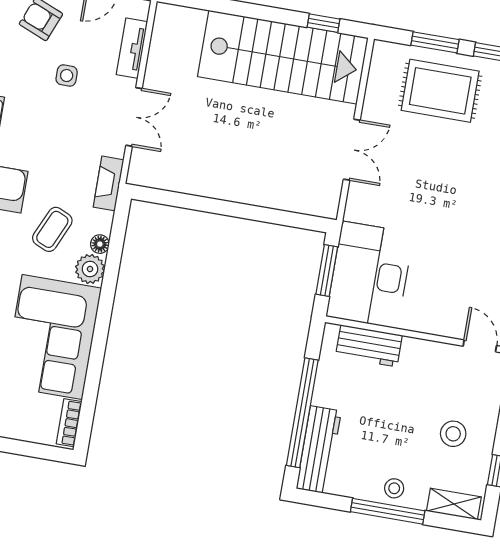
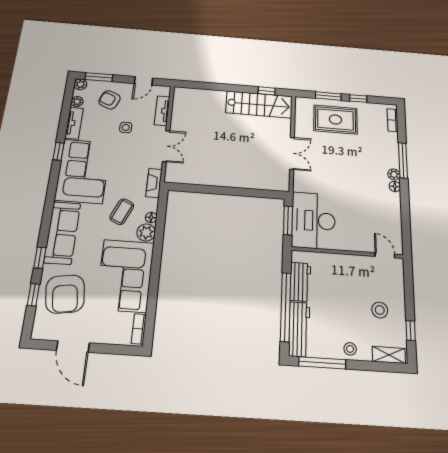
stairs: (283, 57) -> (259, 105), width x0.73, depth x0.66
workbench: (369, 346) -> (300, 282), moved, turned -90
window: (388, 511) -> (322, 363), moved

